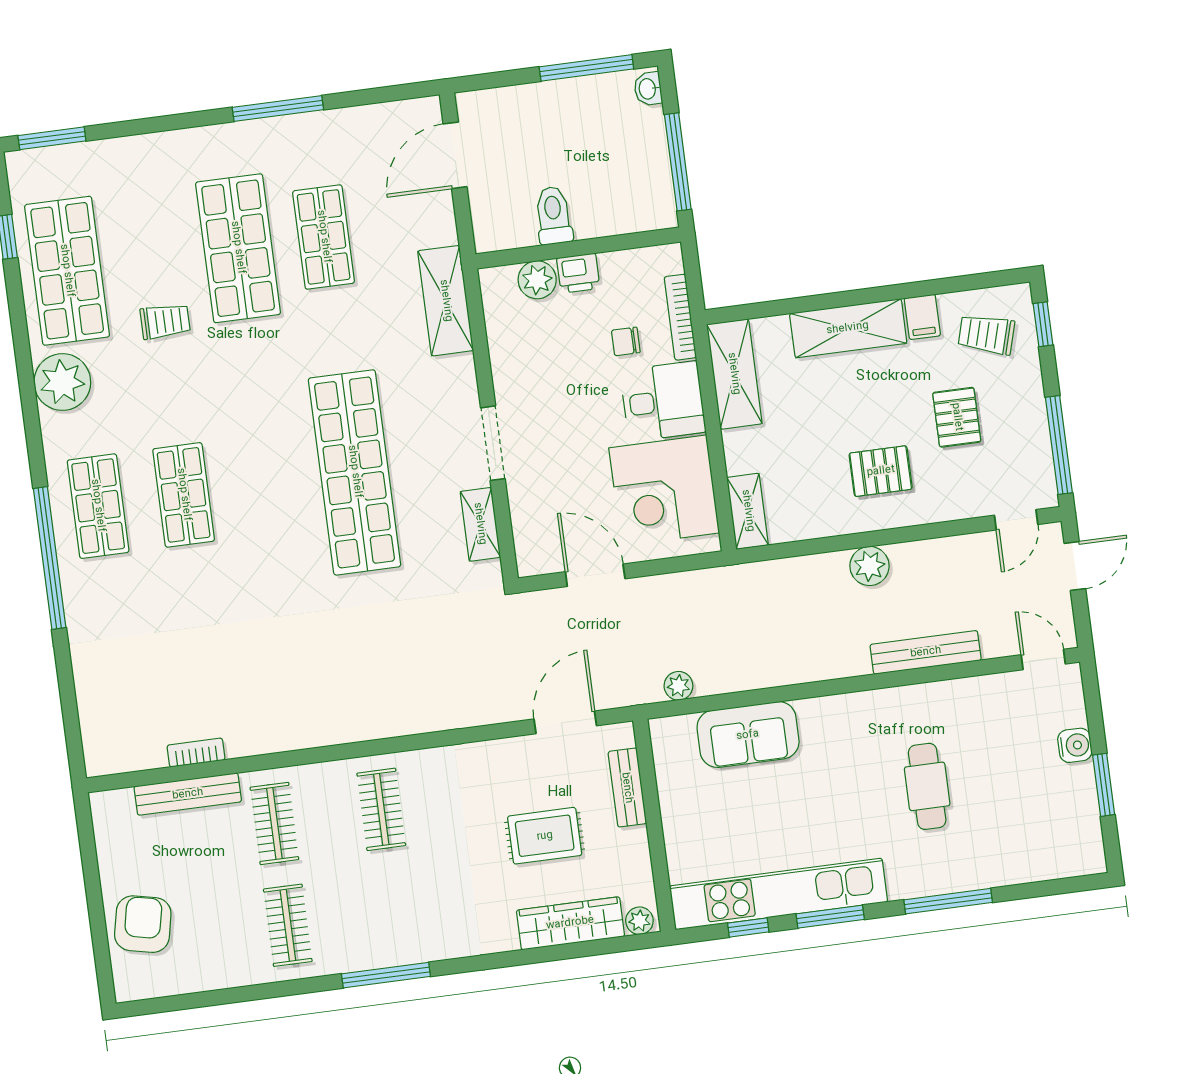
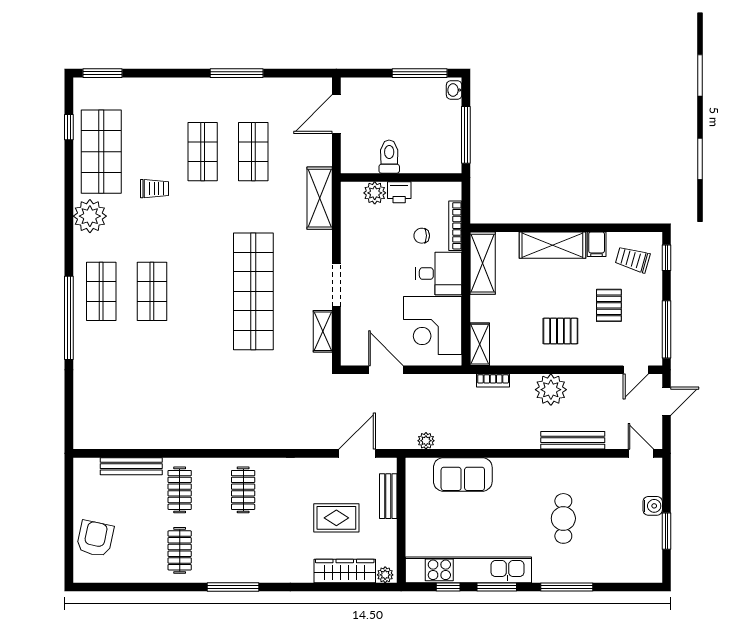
shop shelf: (238, 248) -> (203, 152), width x0.70, depth x0.74
plant: (869, 566) -> (551, 390), width x1.36, depth x1.36
bookcase: (196, 753) -> (493, 381), moved, turned 180

